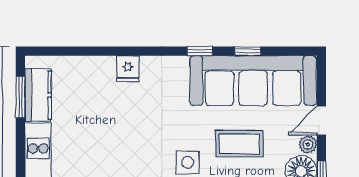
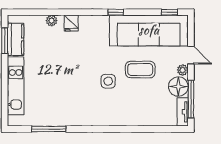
window: (248, 51) -> (169, 12), moved
plant: (96, 65) -> (52, 21), added
door: (321, 120) -> (191, 55), swing flipped

